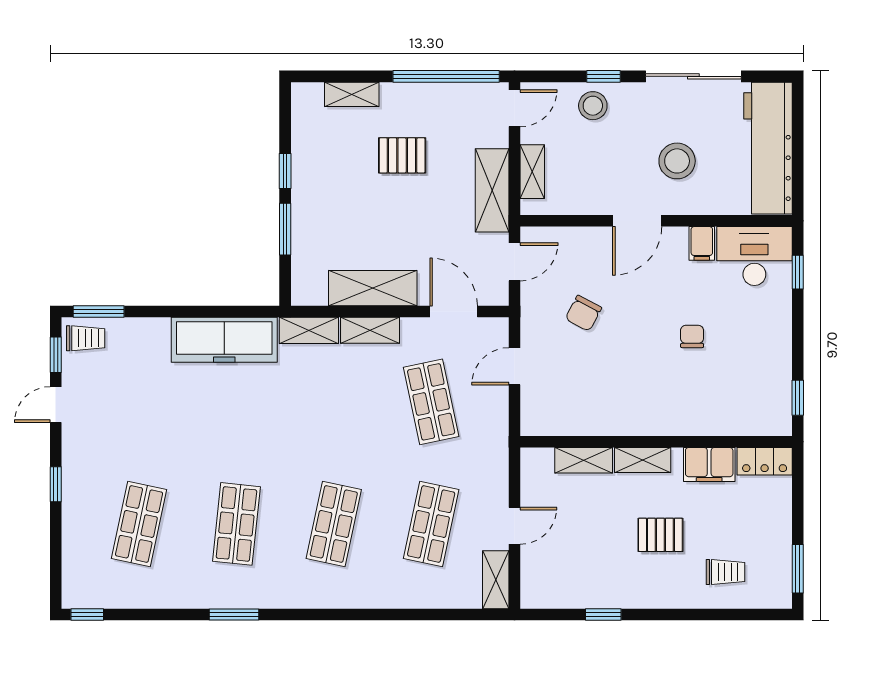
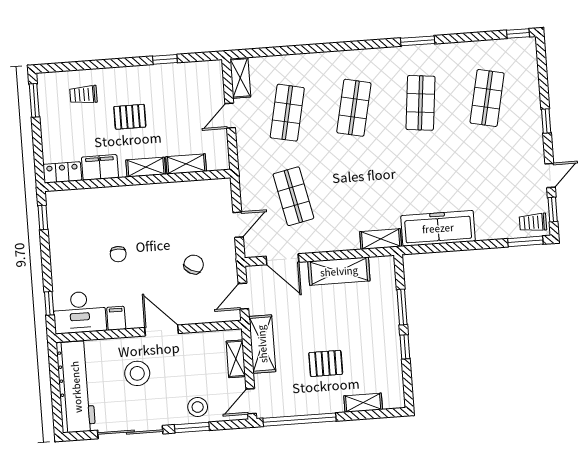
window: (603, 76) -> (192, 428), width x1.50
door: (637, 221) -> (162, 330), hinge flipped
shelving: (370, 330) -> (339, 242), removed

